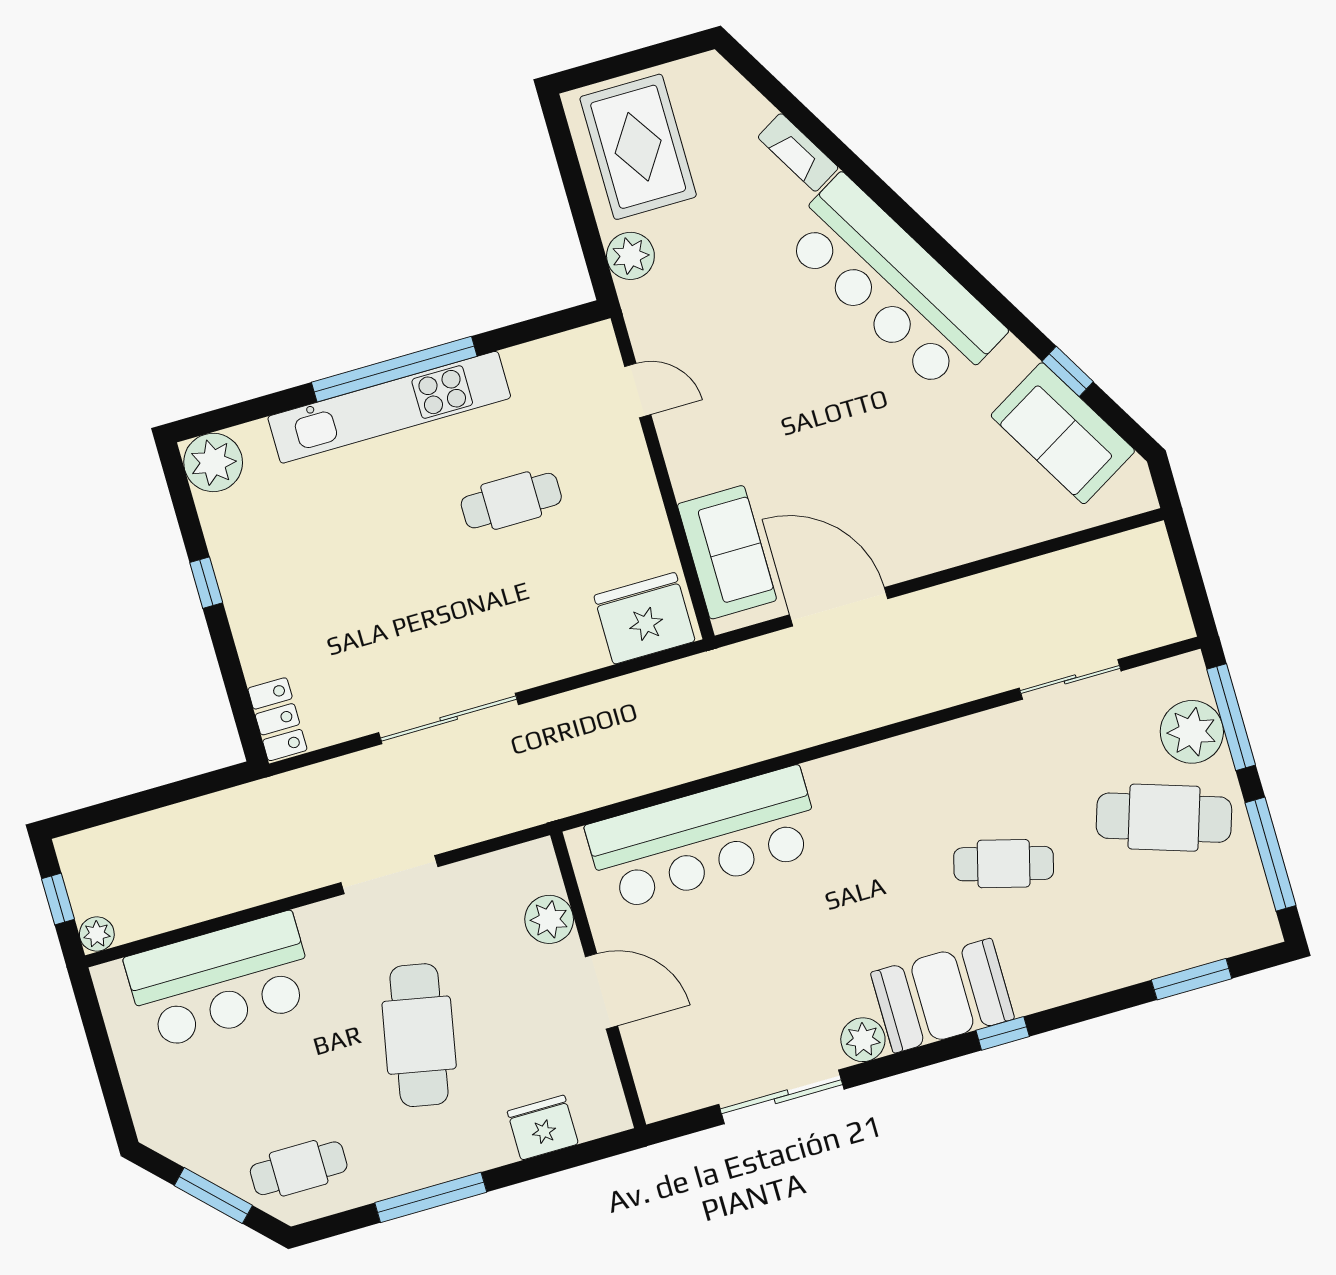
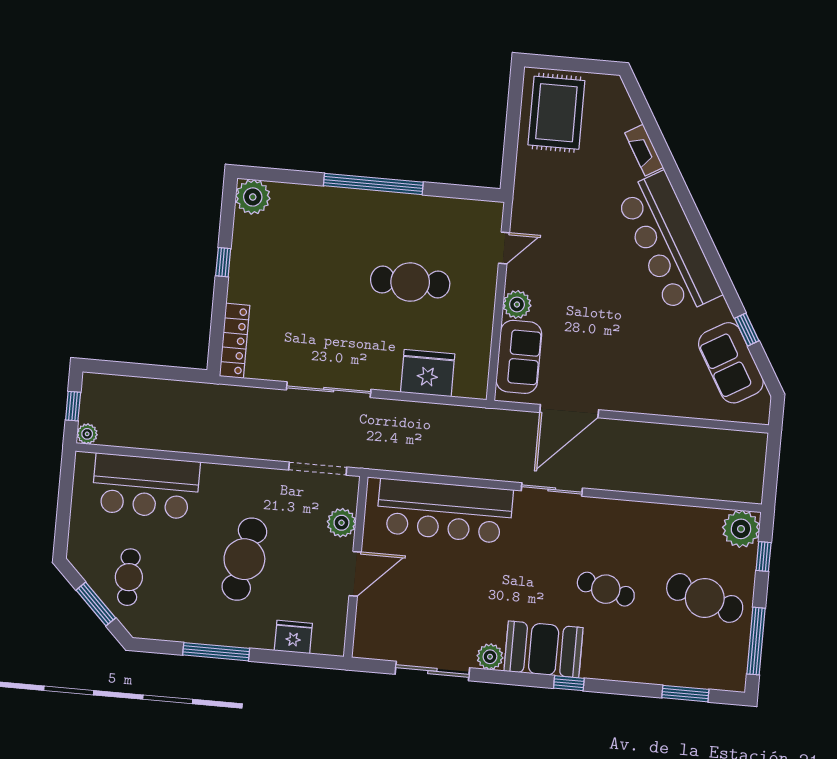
plant: (630, 256) -> (517, 304), moved
door: (638, 391) -> (504, 248), hinge flipped
kitchen unit: (389, 407) -> (362, 204), removed
cafe table: (511, 501) -> (410, 282), width x1.37, depth x1.35
door: (839, 607) -> (569, 411), swing flipped
fridge: (645, 618) -> (428, 373), moved
sliding door: (1070, 679) -> (552, 489), moved
window: (1231, 717) -> (764, 557), width x0.46
locker: (277, 719) -> (235, 341), width x1.53
plant: (1192, 732) -> (741, 529), moved
doorway: (389, 875) -> (318, 469), moved
door: (602, 991) -> (355, 574), hinge flipped
cafe table: (299, 1168) -> (129, 577), moved, turned 90

